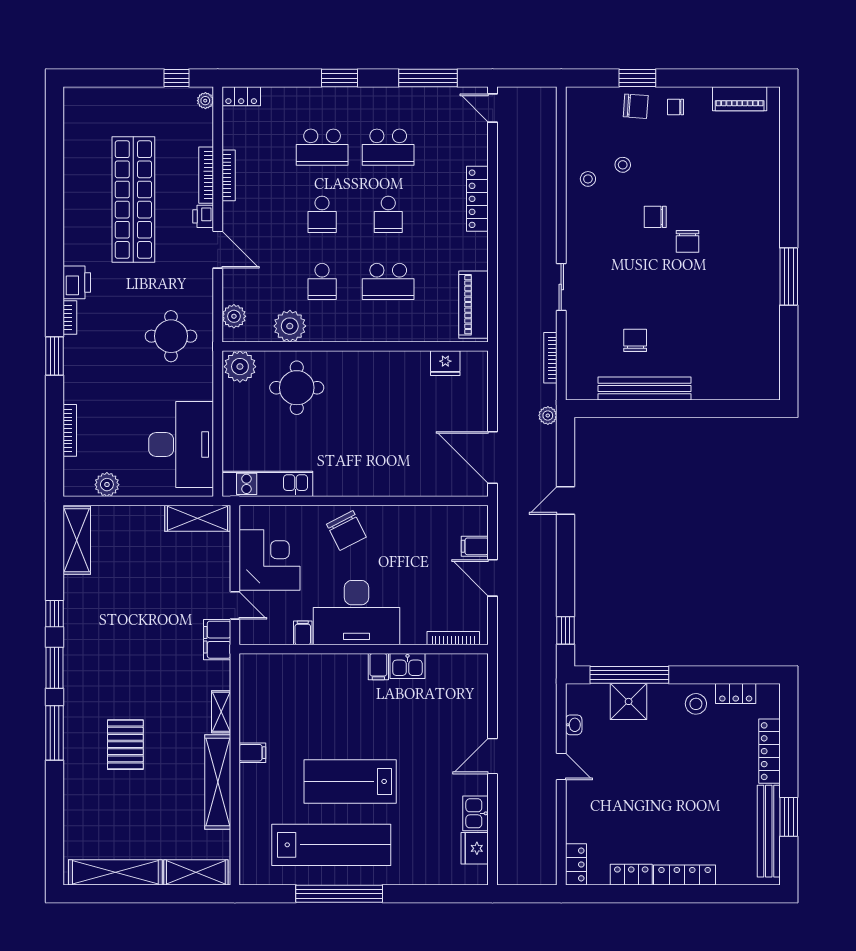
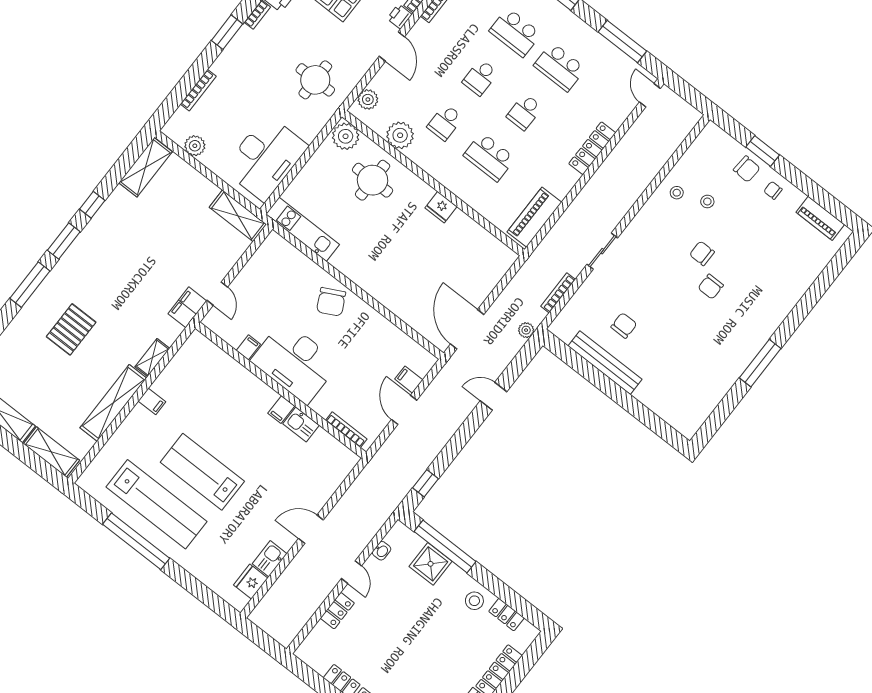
fridge: (445, 363) -> (441, 207), moved
corner desk: (270, 560) -> (264, 281), removed
locker: (576, 864) -> (337, 611), moved

